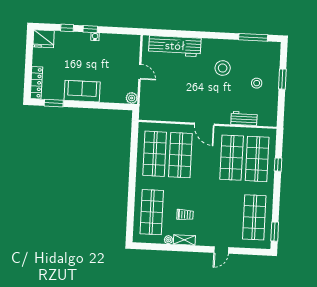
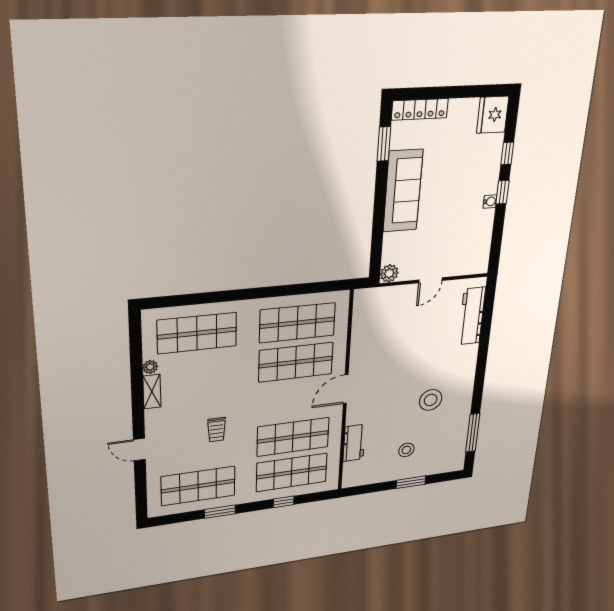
workbench: (175, 46) -> (472, 316), width x0.73, depth x0.76
sofa: (82, 91) -> (403, 191), width x1.36
trolley: (185, 215) -> (216, 430), moved
window: (275, 232) -> (220, 512), moved

